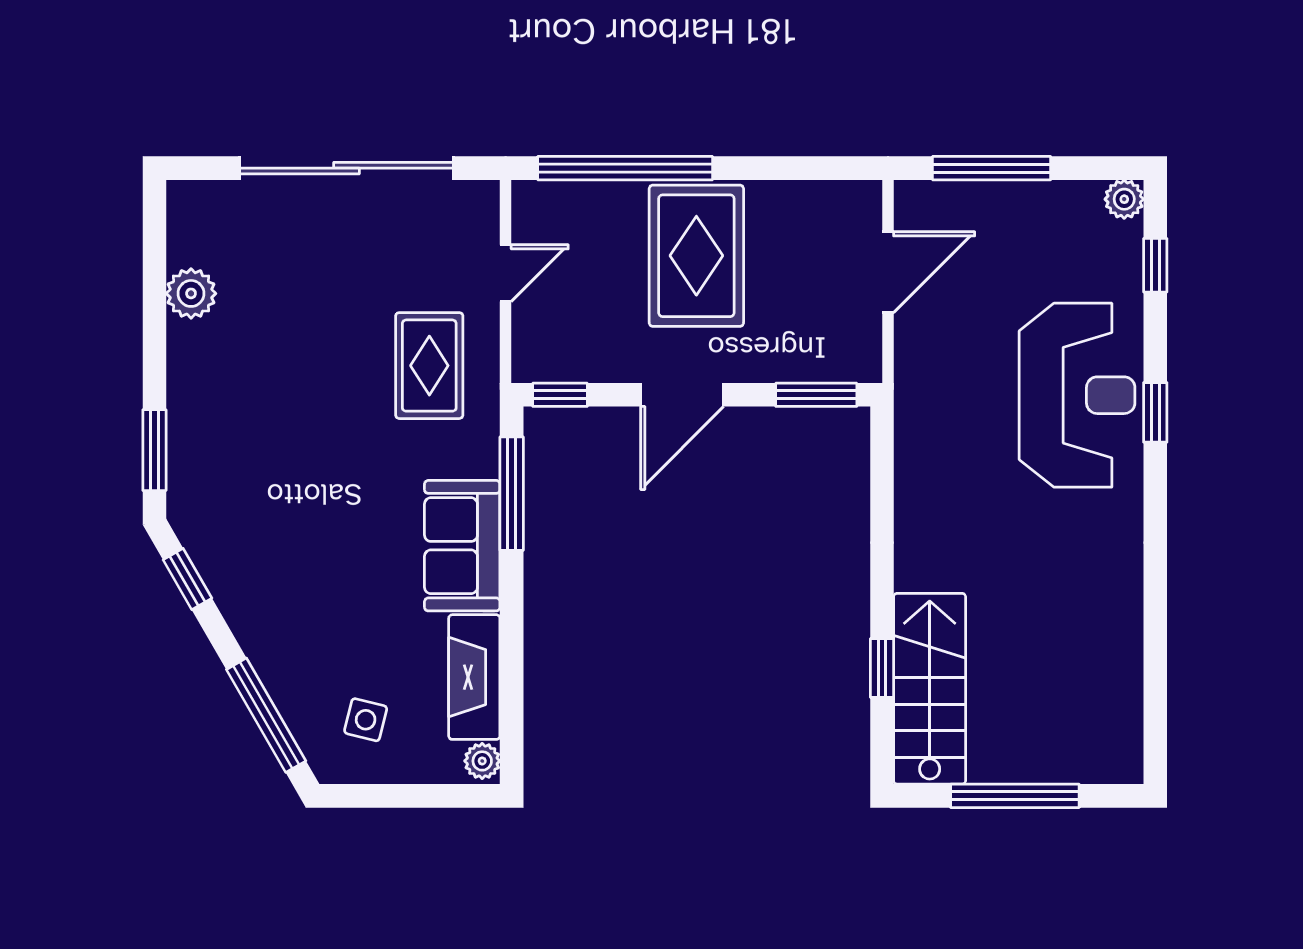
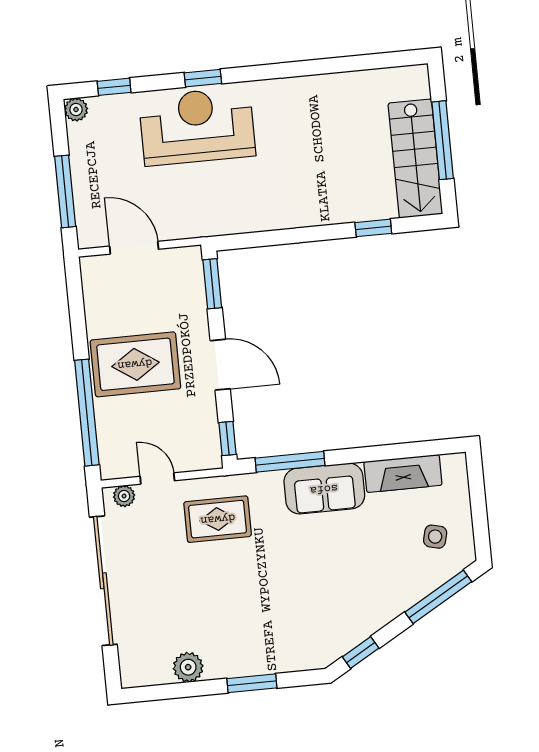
window: (154, 450) -> (252, 683), moved
stairs: (930, 689) -> (415, 159), moved, turned -90
plant: (482, 761) -> (124, 496), moved

